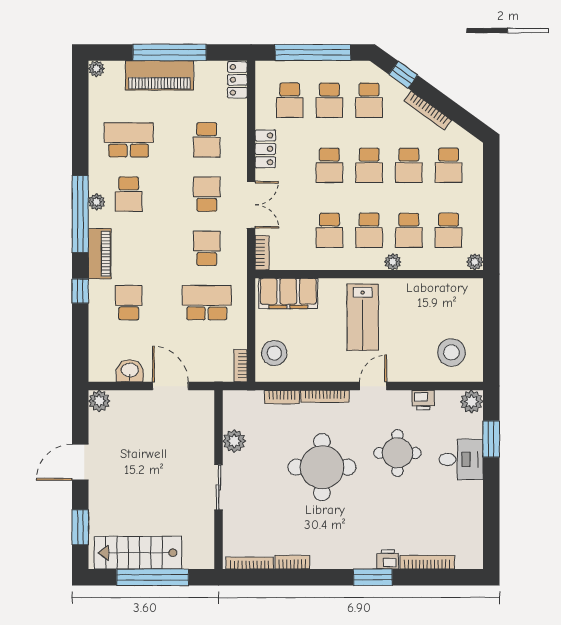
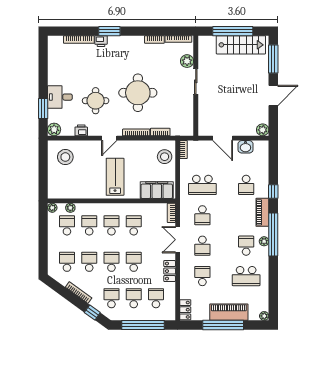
plant: (393, 262) -> (70, 208), moved
plant: (234, 441) -> (187, 61), moved
window: (80, 527) -> (273, 59), width x1.44

